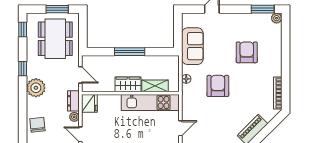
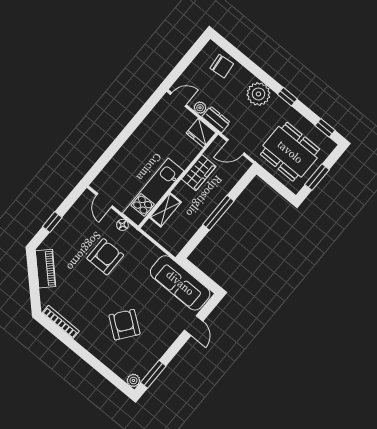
sofa: (192, 46) -> (180, 283), width x1.36
armchair: (247, 52) -> (124, 325), turned -143
floor lamp: (186, 79) -> (122, 225), moved
wardrobe: (128, 84) -> (199, 173), moved
armchair: (218, 86) -> (105, 257), moved, turned -90

